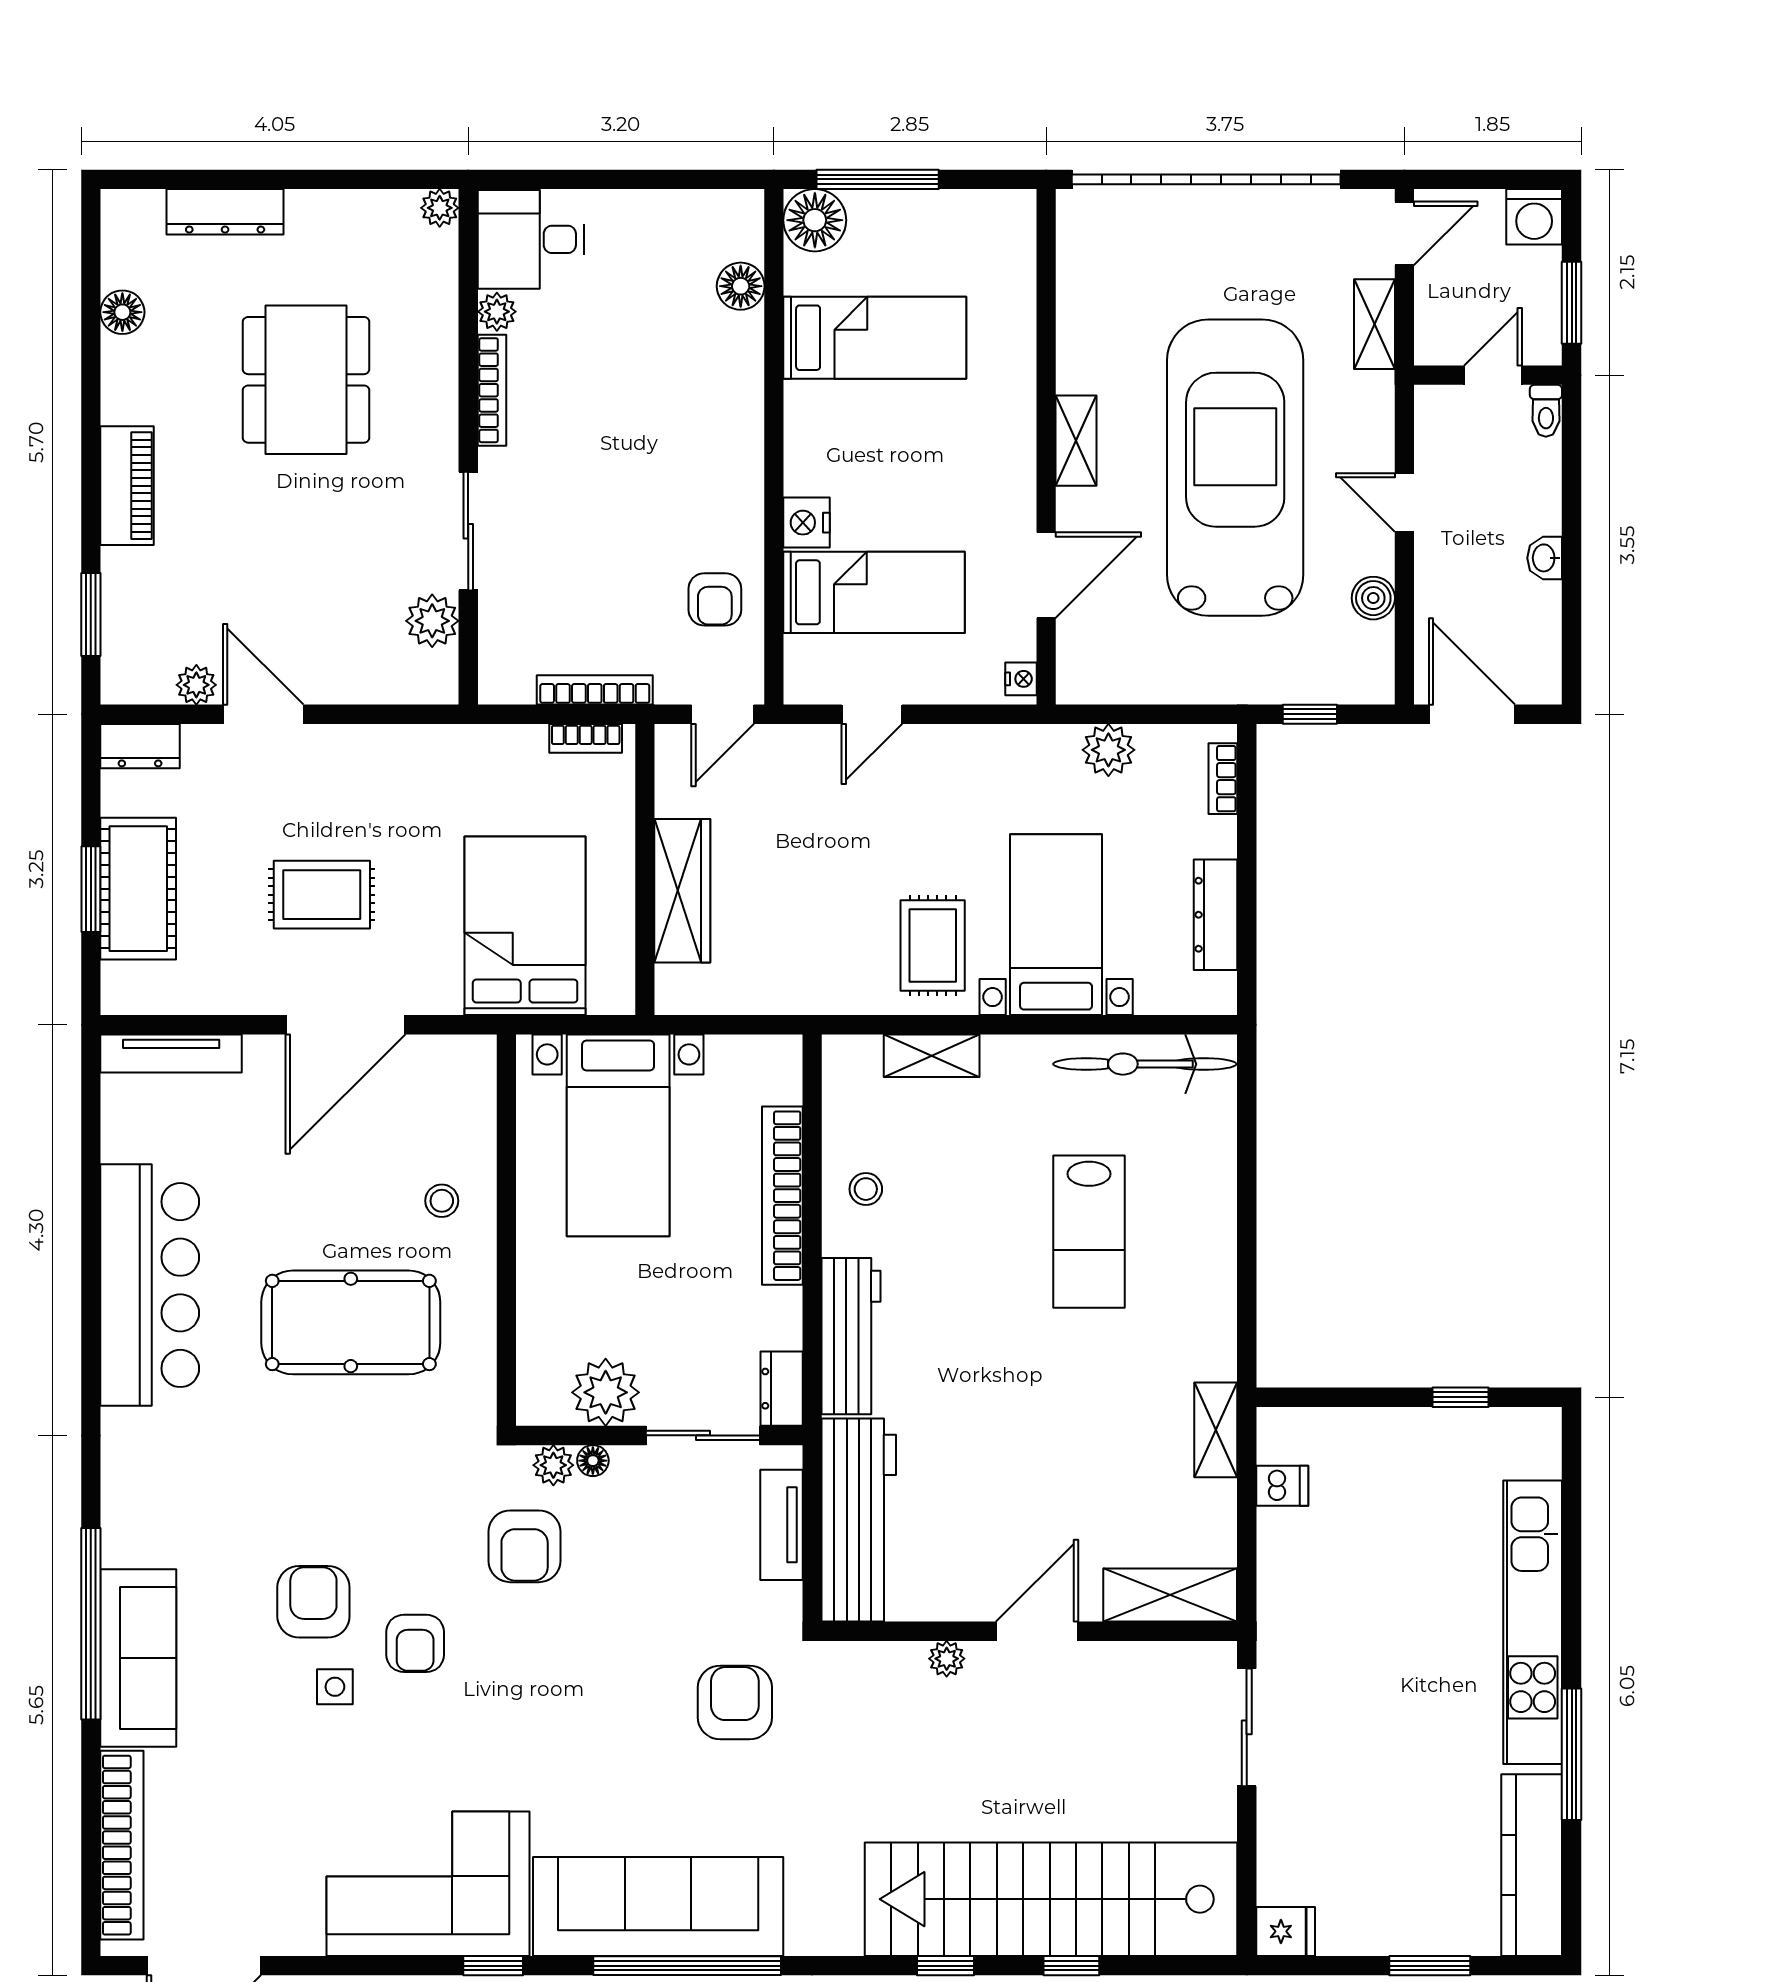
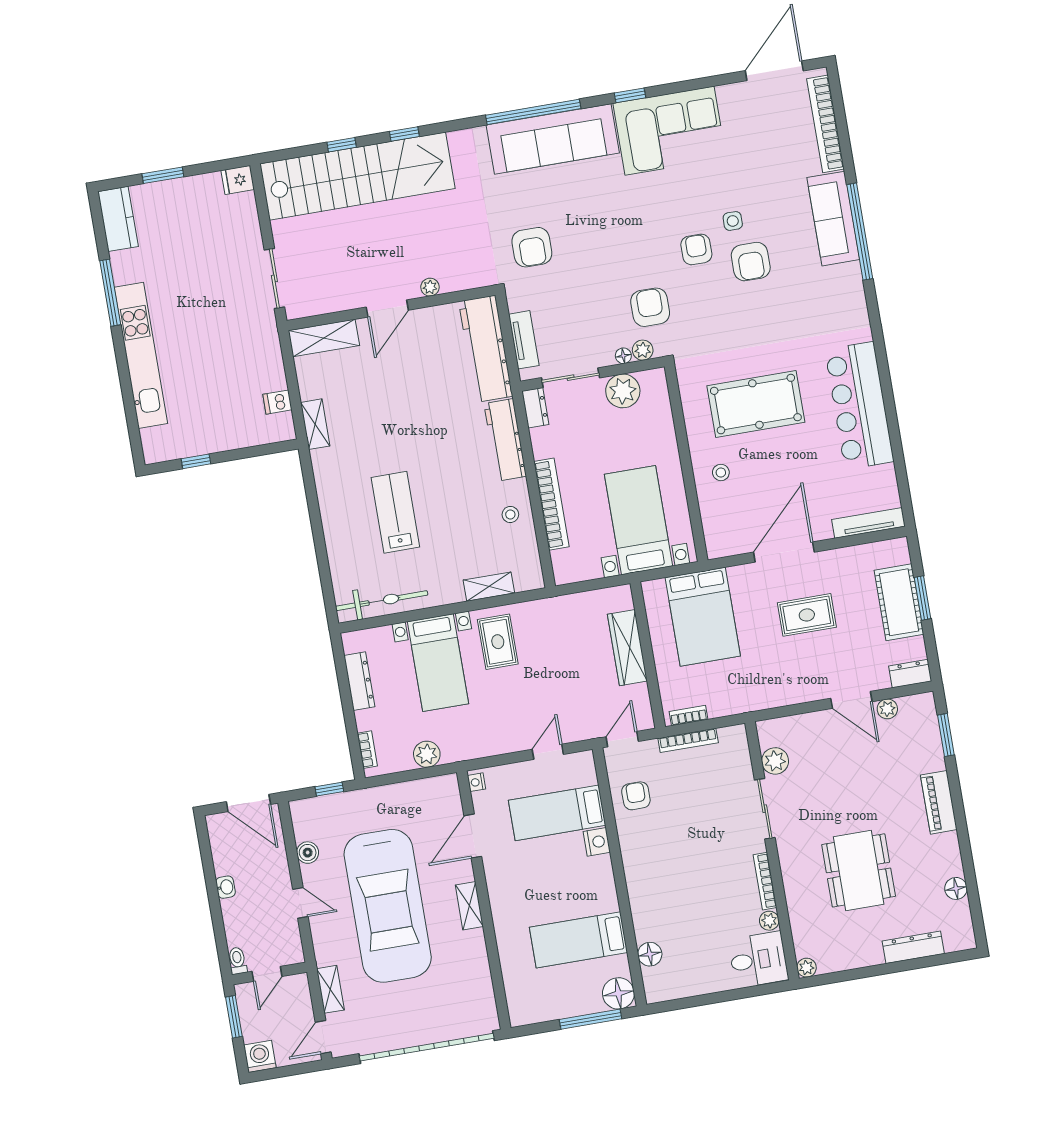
kitchen counter: (1532, 1865) -> (118, 219), width x0.67

